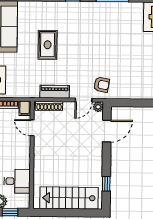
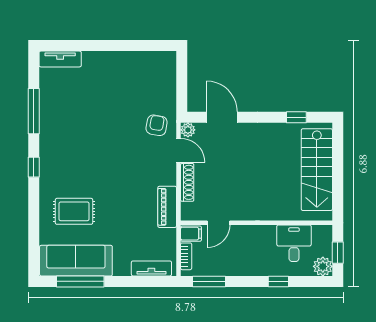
rug: (48, 45) -> (74, 211), moved
piano: (55, 92) -> (167, 207), moved
shoe rack: (49, 106) -> (187, 182), moved

